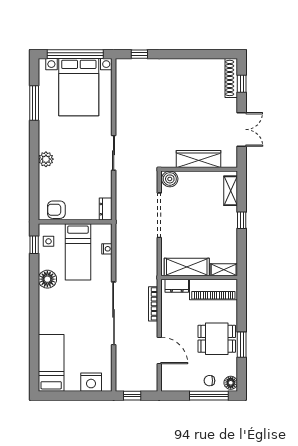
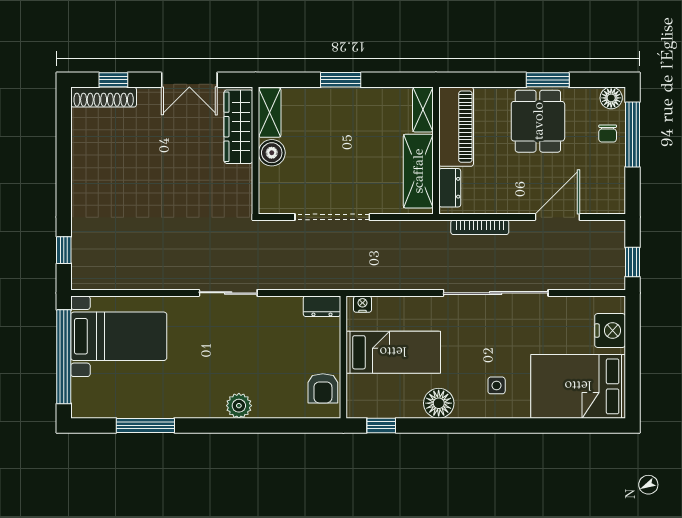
bed with nightstands: (79, 87) -> (119, 336), width x0.73
double door: (242, 129) -> (189, 80), swing flipped
wardrobe: (199, 159) -> (238, 127), moved
boiler: (170, 179) -> (272, 153), moved
shelving: (231, 191) -> (270, 113), moved, turned 90
window: (242, 220) -> (341, 80), width x1.50
side table: (49, 241) -> (497, 385), moved
nightstand: (107, 249) -> (362, 304), moved
bed: (51, 363) -> (578, 386), width x1.50

